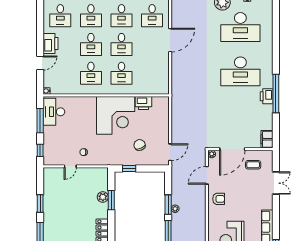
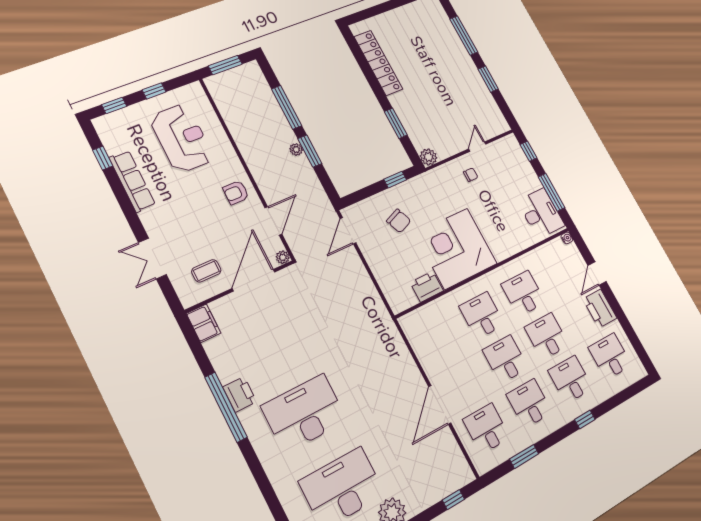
plant: (103, 197) -> (428, 157), moved

